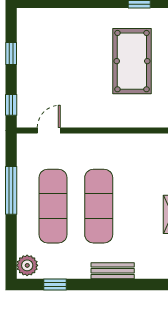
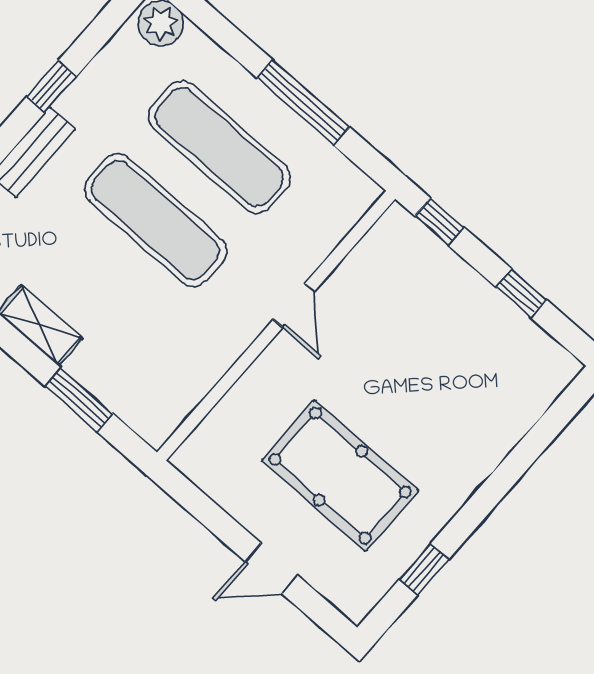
door: (49, 130) -> (294, 305), moved
window: (55, 285) -> (52, 86), moved

